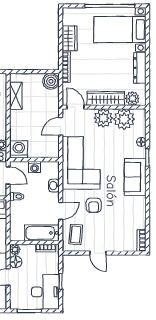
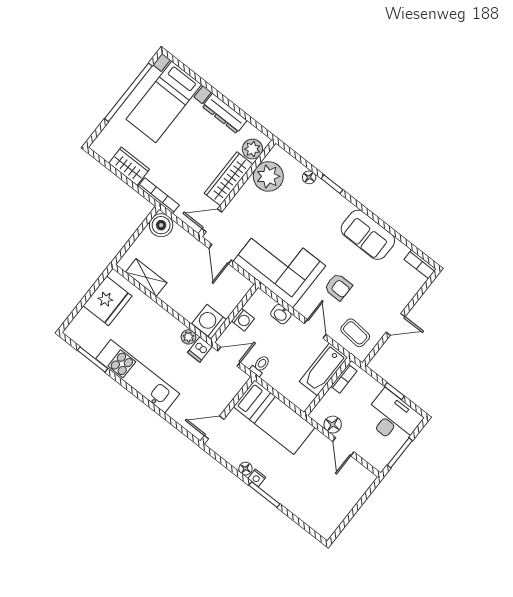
plant: (103, 118) -> (249, 199), removed
sofa: (135, 177) -> (368, 235), moved
plant: (15, 249) -> (318, 414), removed

